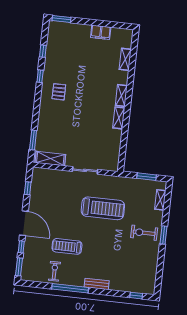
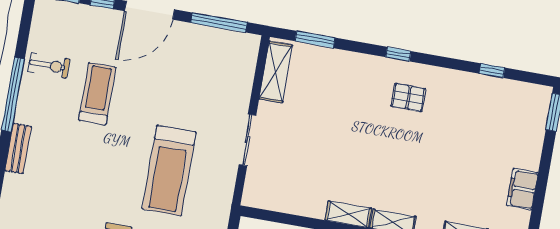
window: (40, 76) -> (398, 54), moved
window: (28, 188) -> (219, 23), width x2.17

